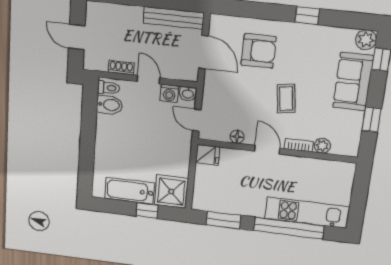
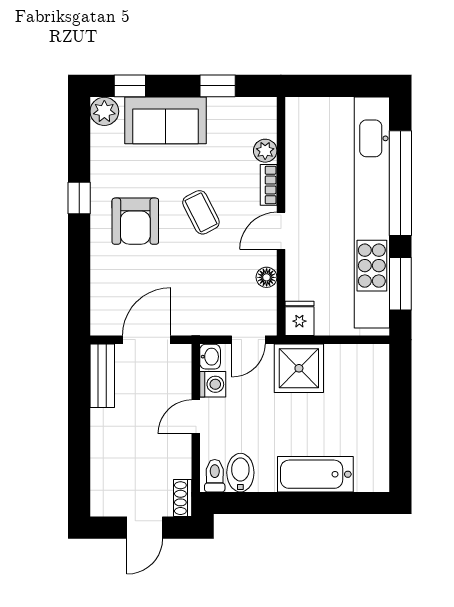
bench: (174, 18) -> (102, 376), width x0.73
armchair: (259, 51) -> (135, 221), moved, turned 180
shoe rack: (121, 68) -> (183, 498), moved
coffee table: (286, 99) -> (201, 212), turned 71
bathtub: (130, 191) -> (315, 474), moved, turned 90
shower: (171, 192) -> (299, 368), moved
window: (147, 210) -> (400, 403), removed
kitchen unit: (307, 213) -> (372, 212), width x1.86

